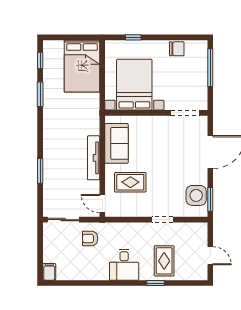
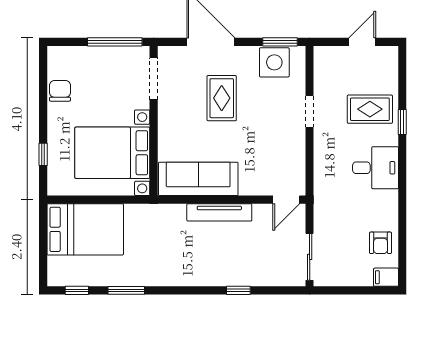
window: (210, 68) -> (115, 42), moved
sofa: (116, 143) -> (198, 179), width x1.36
window: (40, 171) -> (238, 290), width x0.67
rug: (130, 182) -> (222, 98), moved
armchair: (90, 238) -> (381, 243), moved

